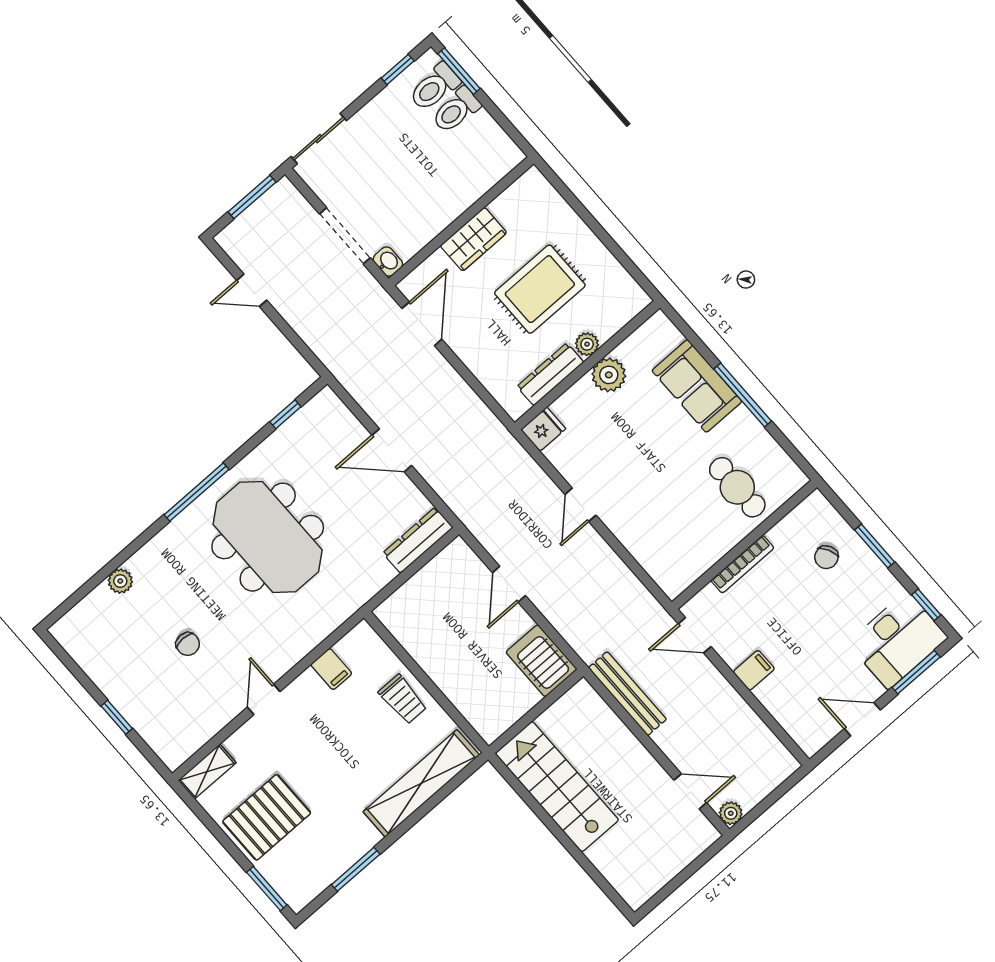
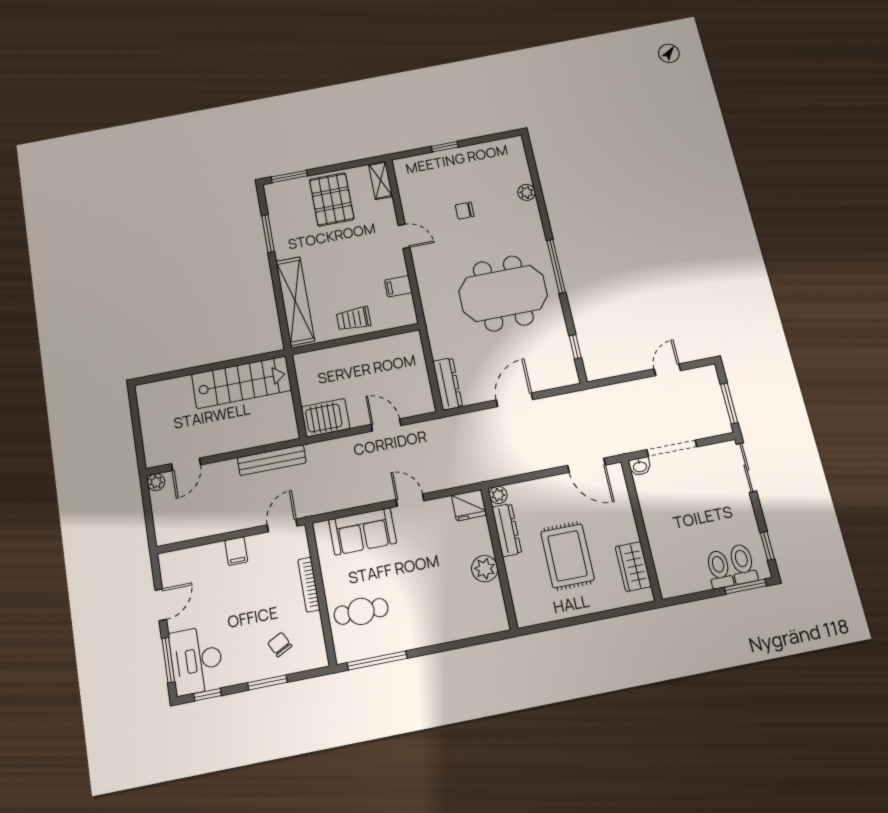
wardrobe: (474, 239) -> (633, 567), moved
plant: (587, 344) -> (498, 495), moved
sofa: (697, 386) -> (363, 531), moved, turned 180
window: (743, 395) -> (377, 661), moved
fridge: (543, 429) -> (469, 505), width x1.38

